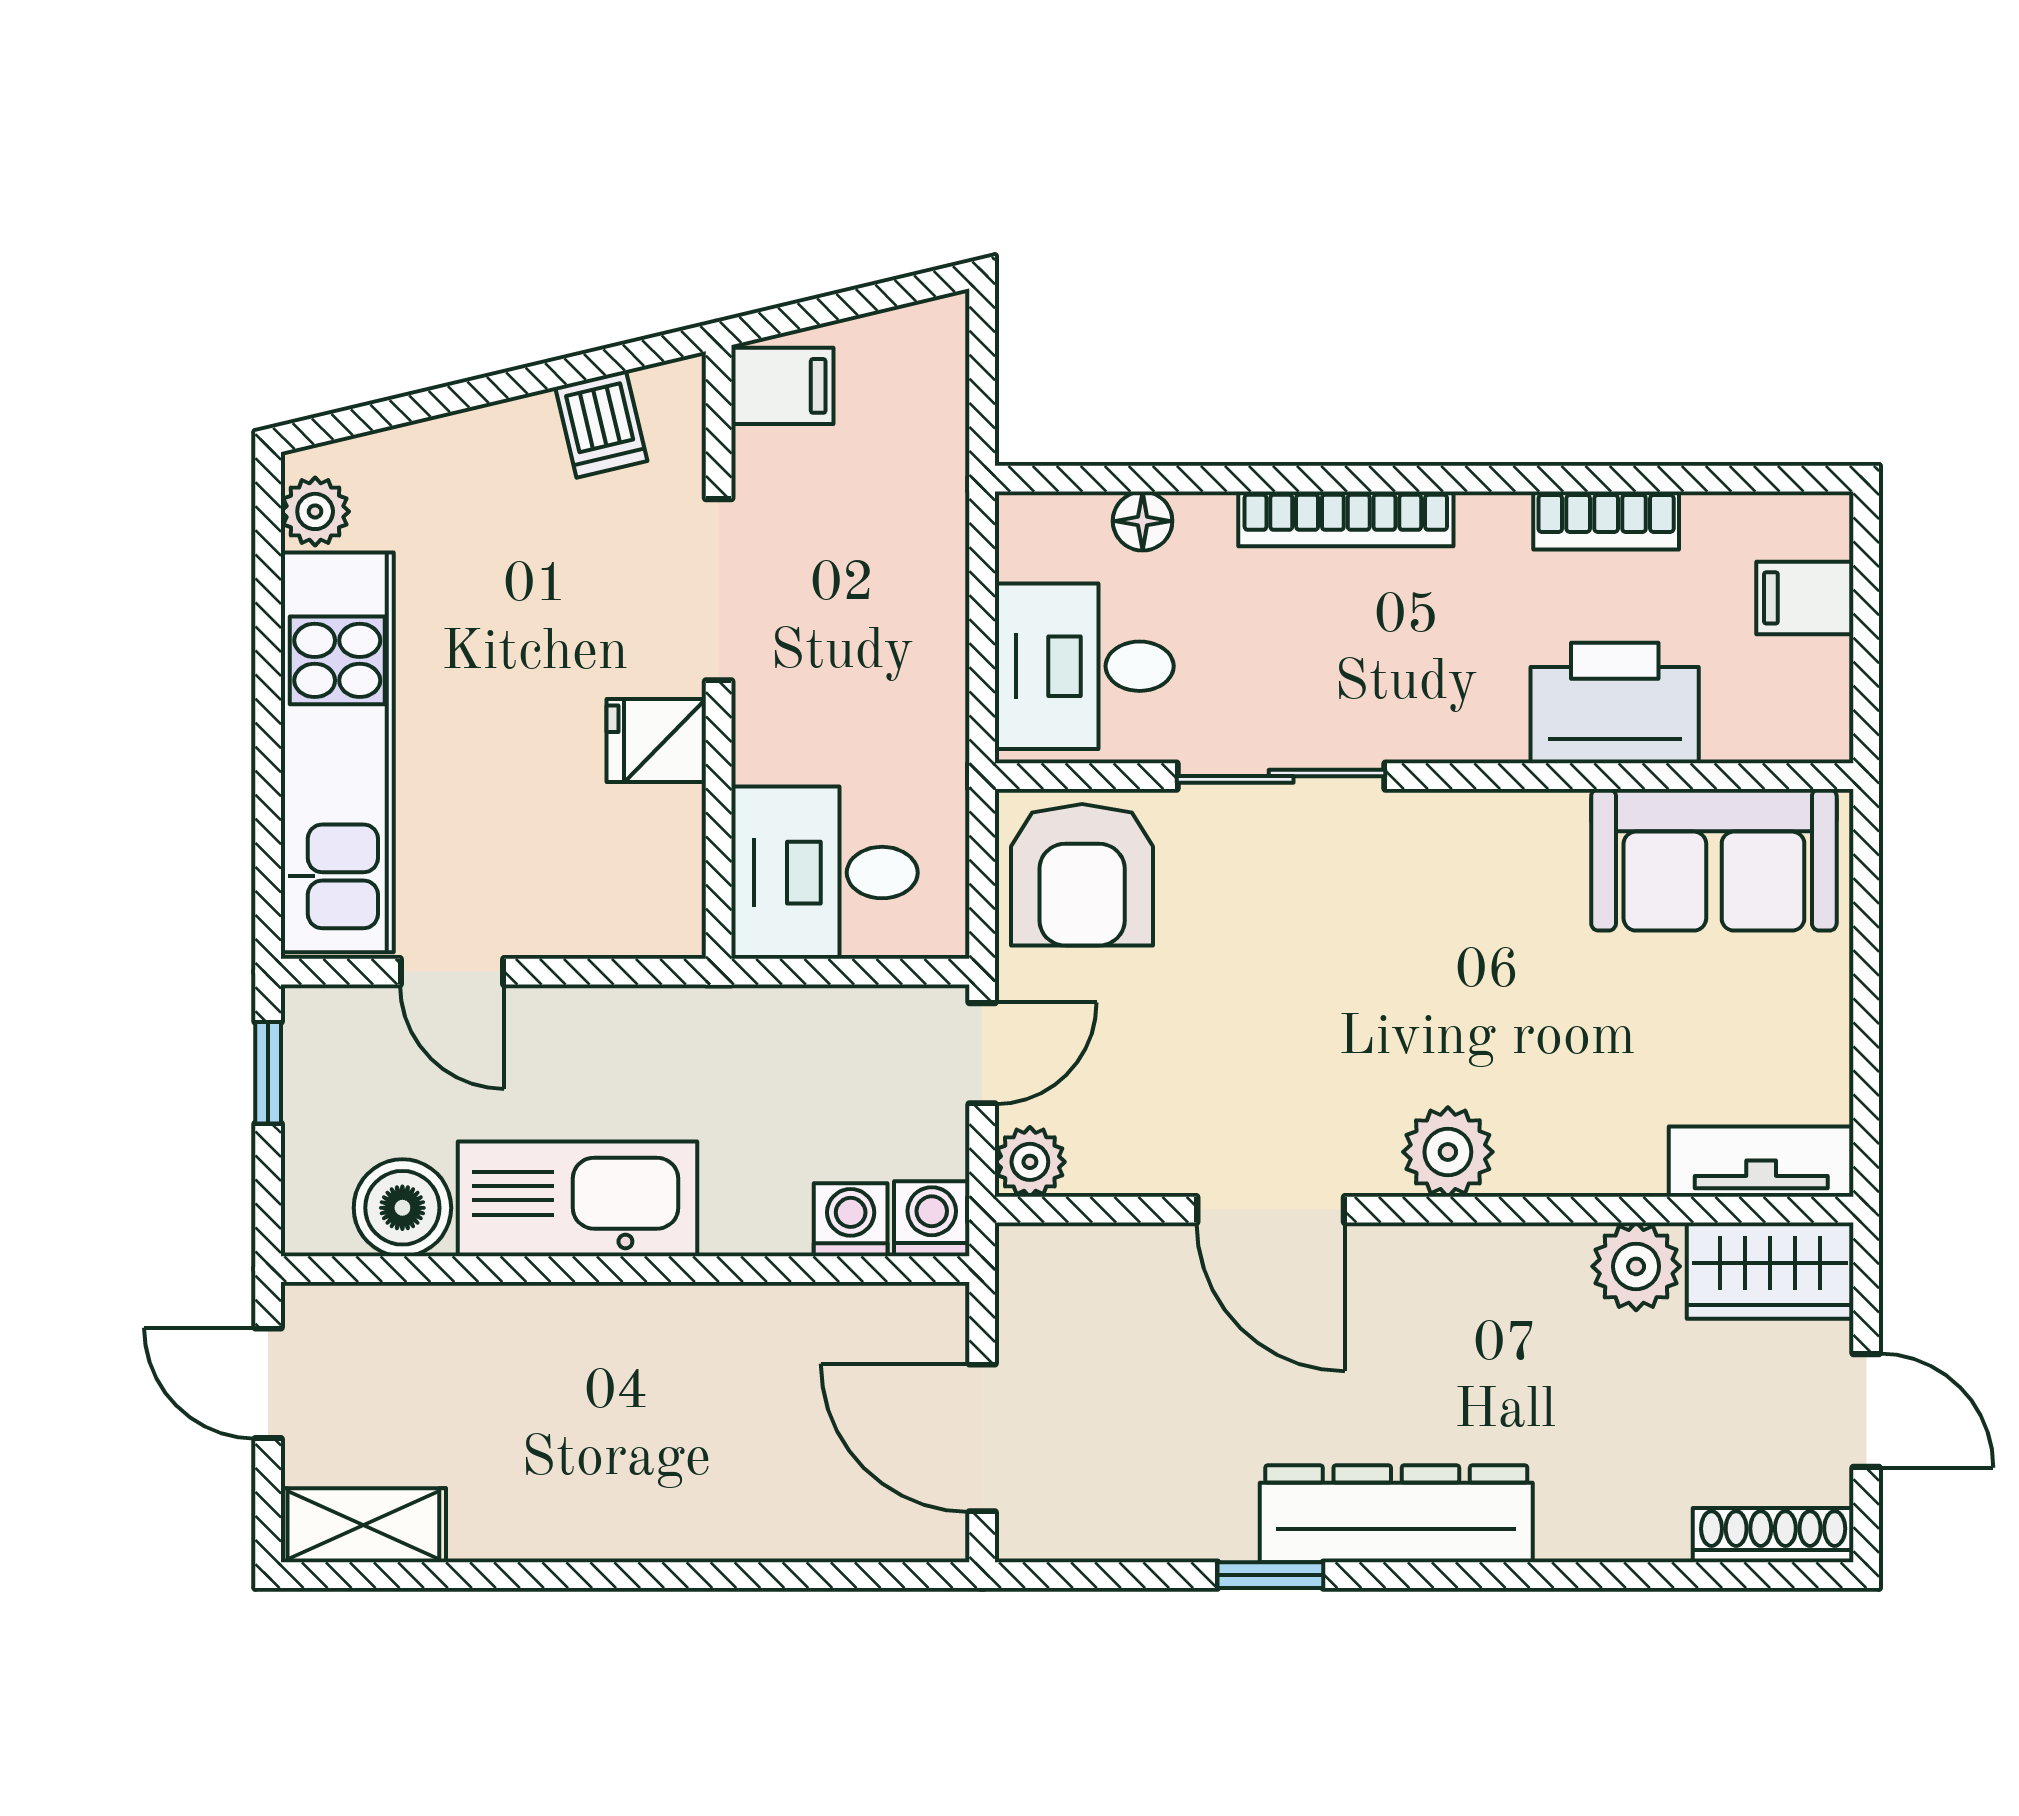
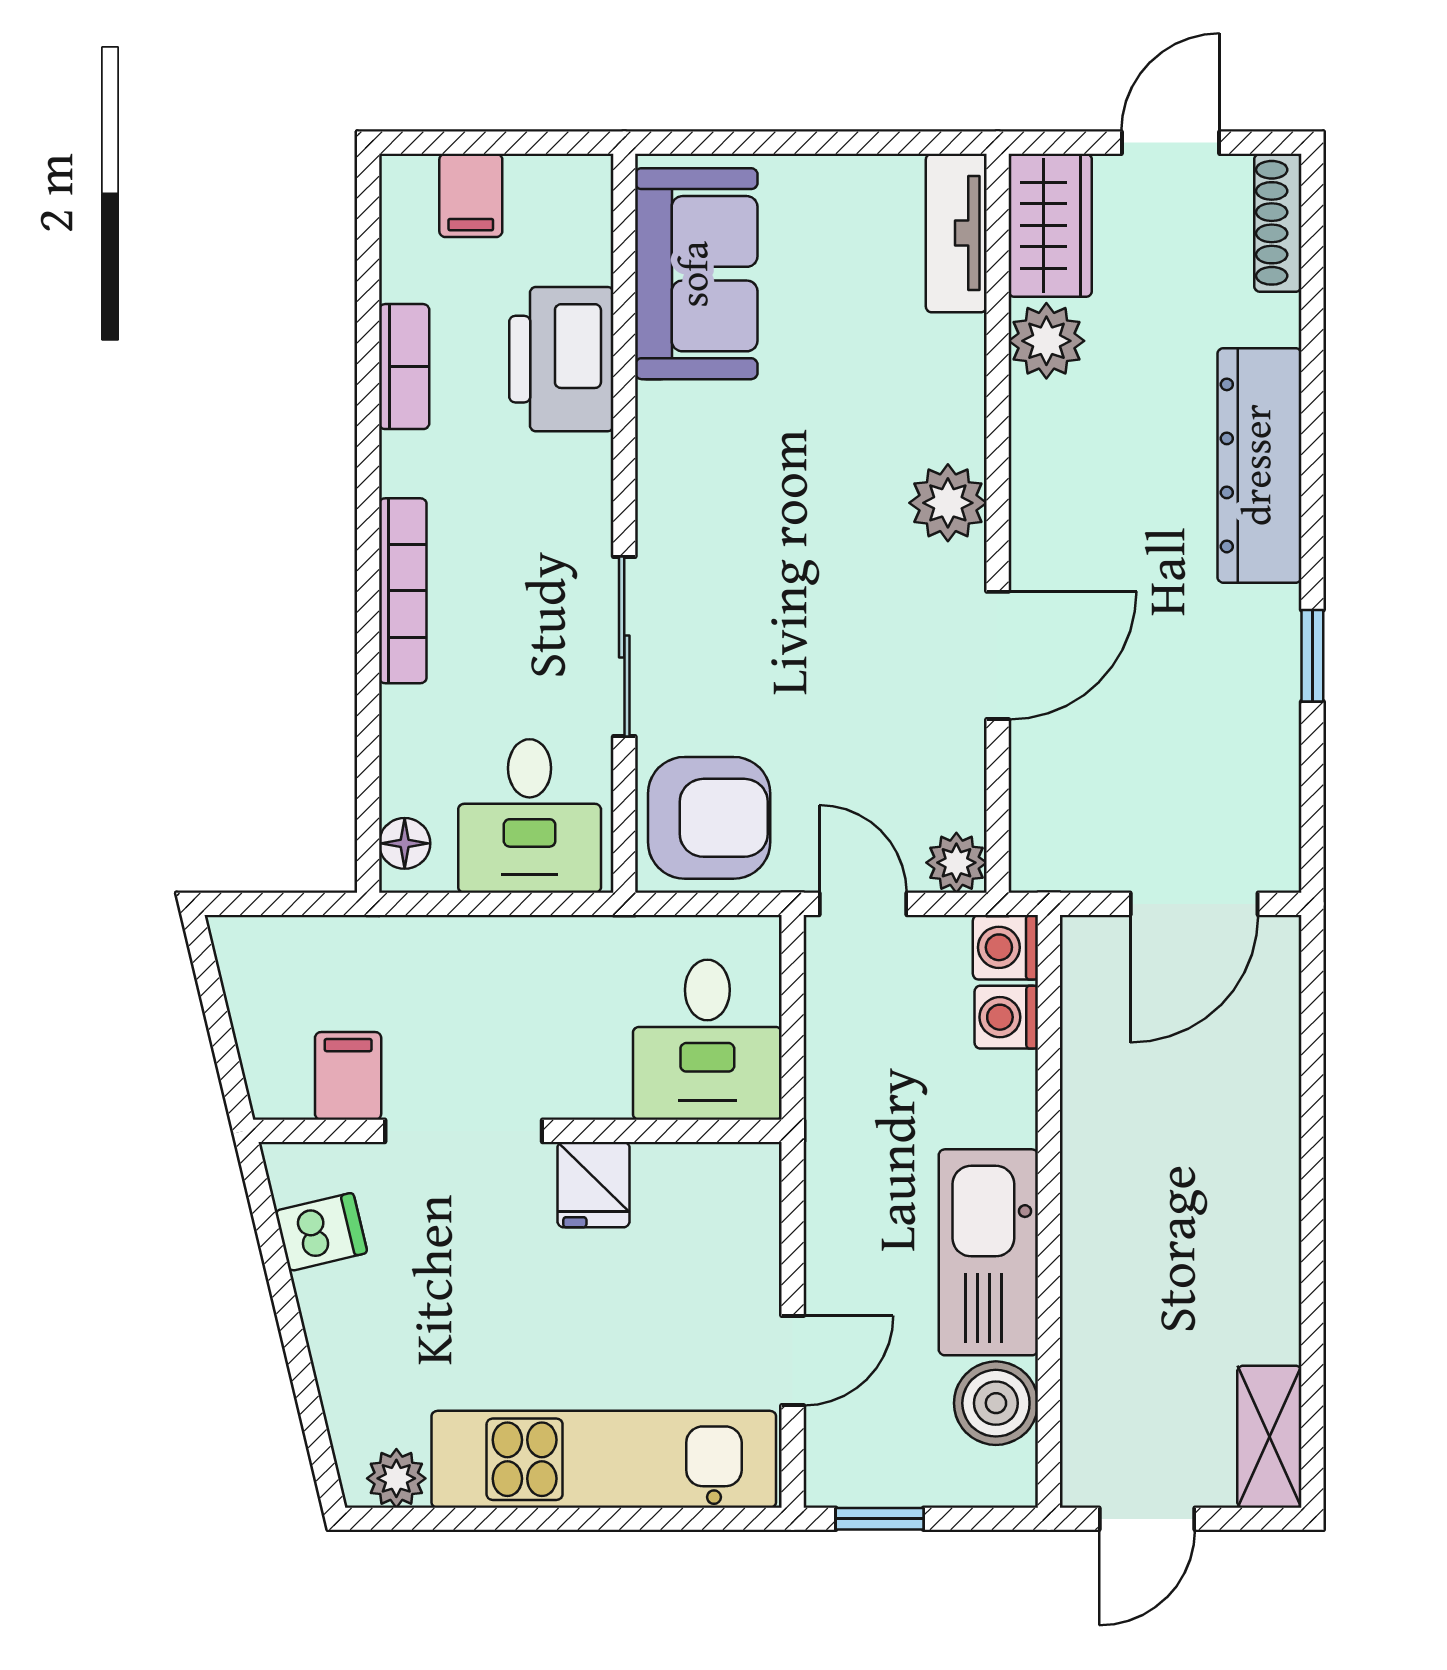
filing cabinet: (782, 386) -> (348, 1076), moved
floor lamp: (1143, 521) -> (405, 843), moved
dresser: (1396, 1514) -> (1259, 465), moved

